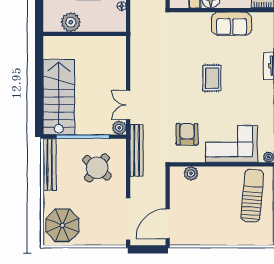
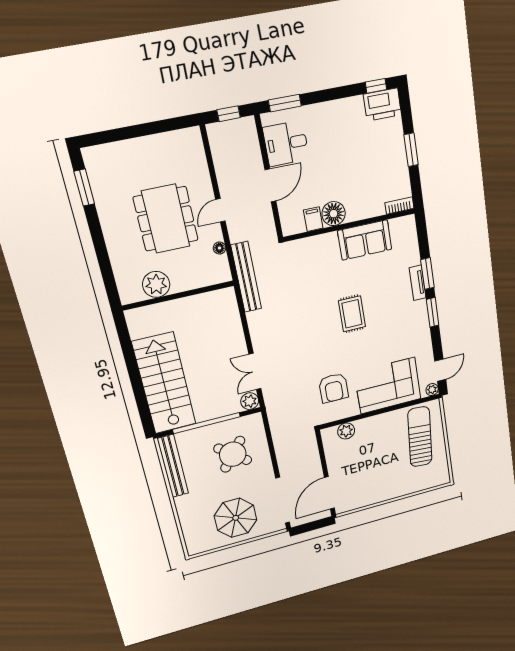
armchair: (187, 134) -> (334, 388), turned 180
bench: (137, 150) -> (246, 277), moved
parasol: (62, 225) -> (236, 518), moved

